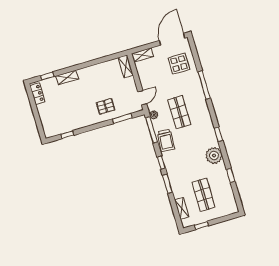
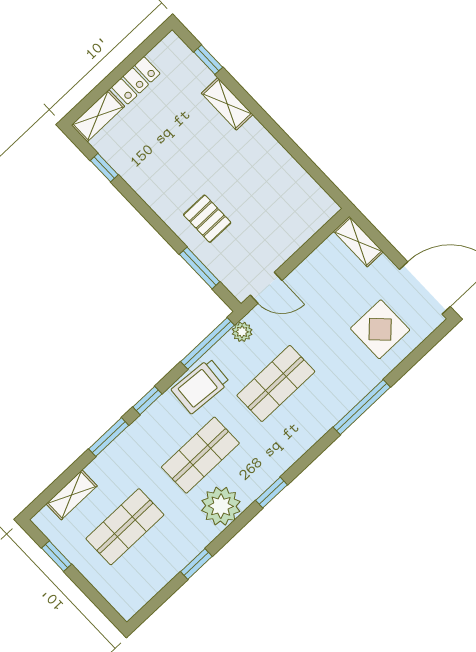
shelving: (126, 66) -> (98, 116), moved
locker: (37, 94) -> (136, 80), moved
shop shelf: (191, 153) -> (200, 455), added

